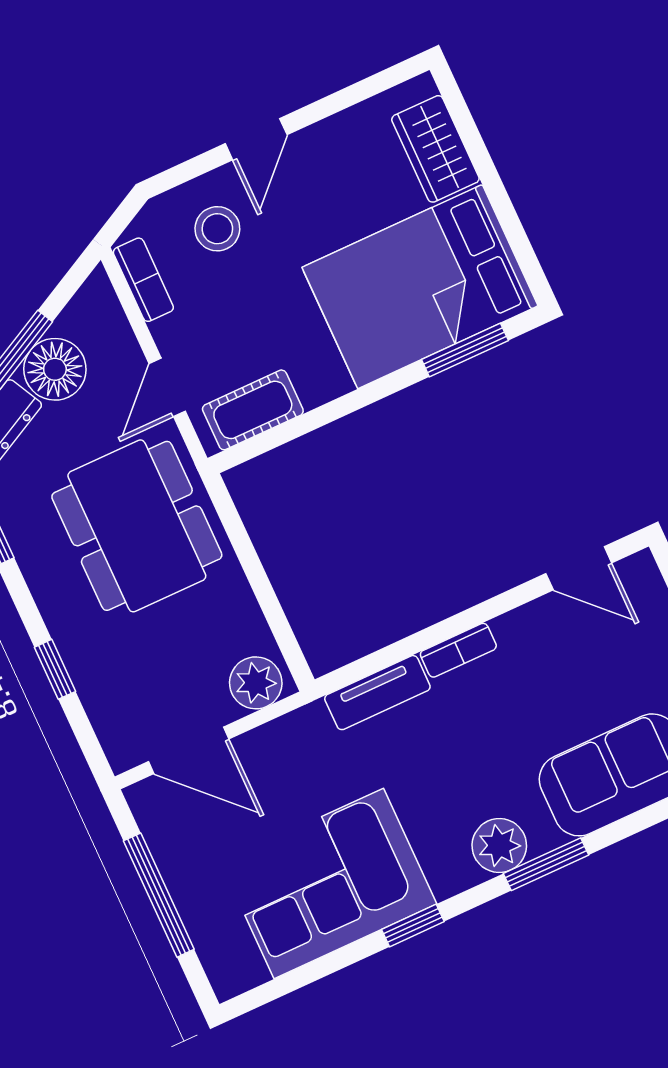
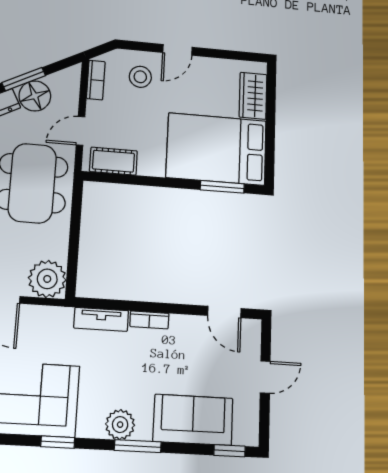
plant: (256, 683) -> (47, 279), width x1.36, depth x1.36

